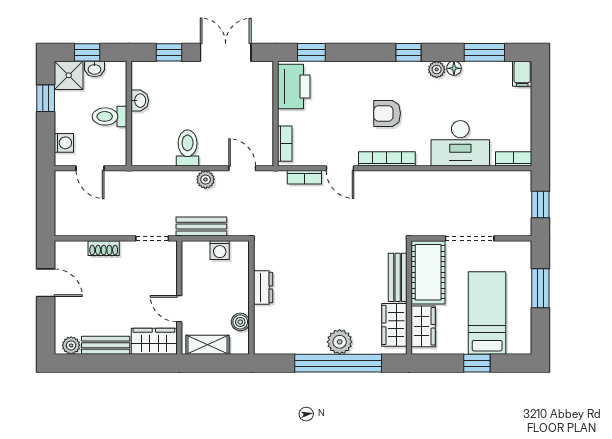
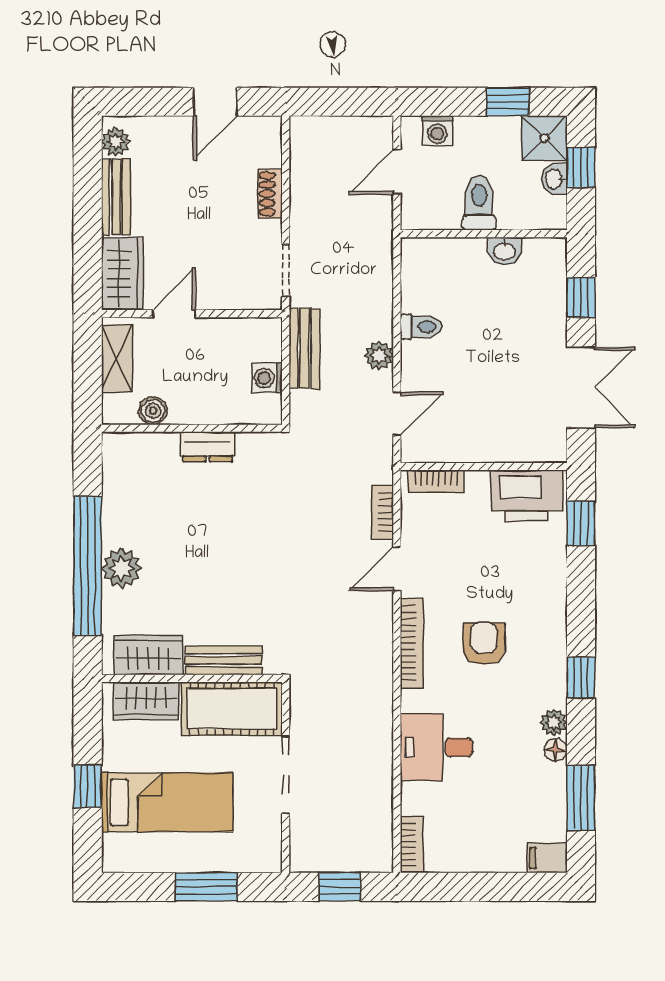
desk: (460, 143) -> (437, 747), width x0.73
toilet: (188, 148) -> (421, 327), width x0.73, depth x0.72

